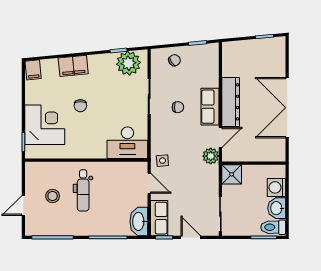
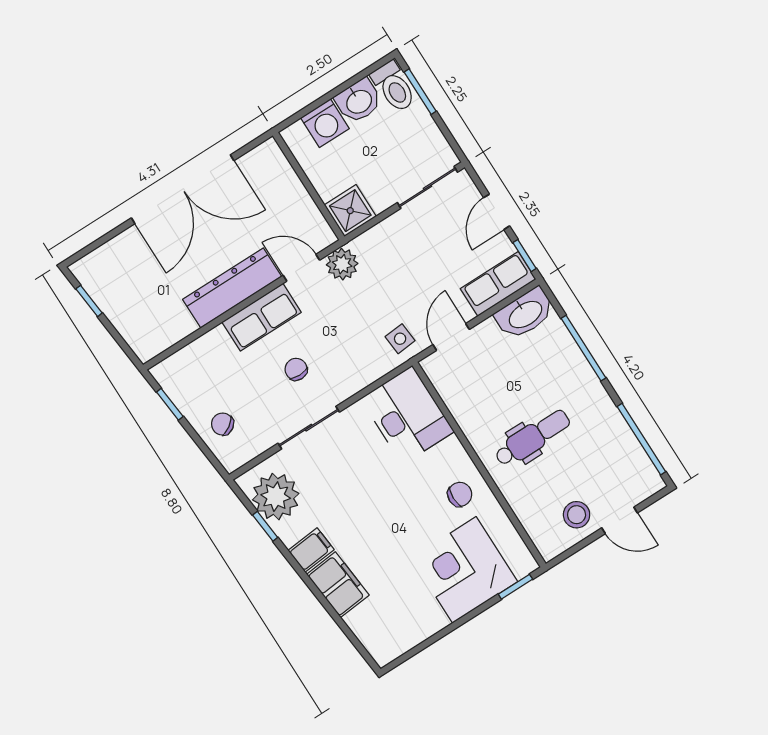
filing cabinet: (33, 70) -> (311, 550), moved
chair: (80, 106) -> (460, 494), moved
stool: (53, 196) -> (577, 515), moved

